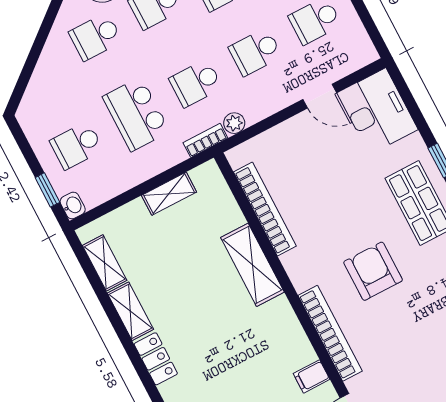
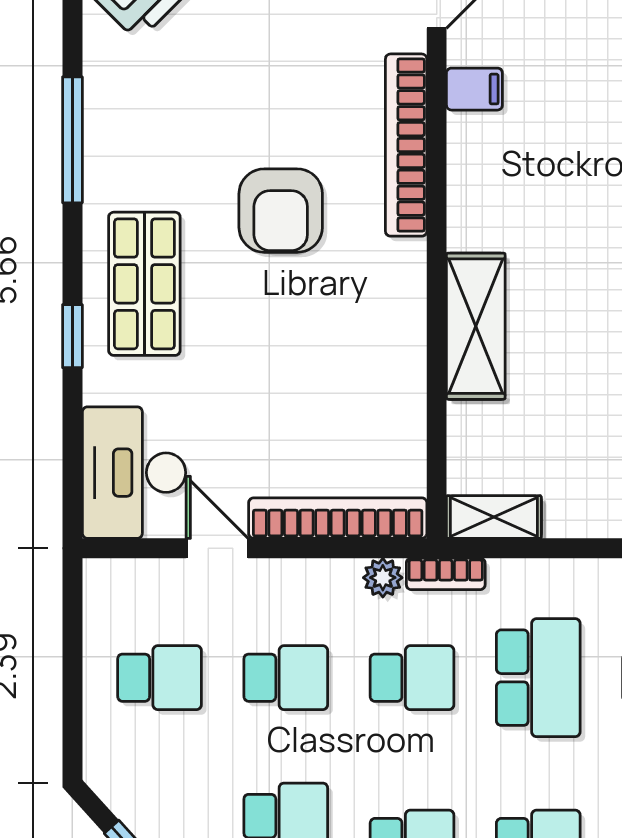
shelving: (169, 194) -> (494, 517), moved
bookcase: (265, 209) -> (338, 518), moved, turned 90

